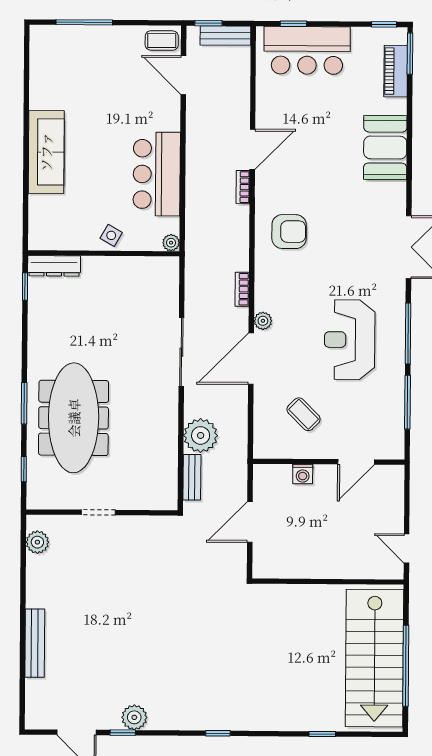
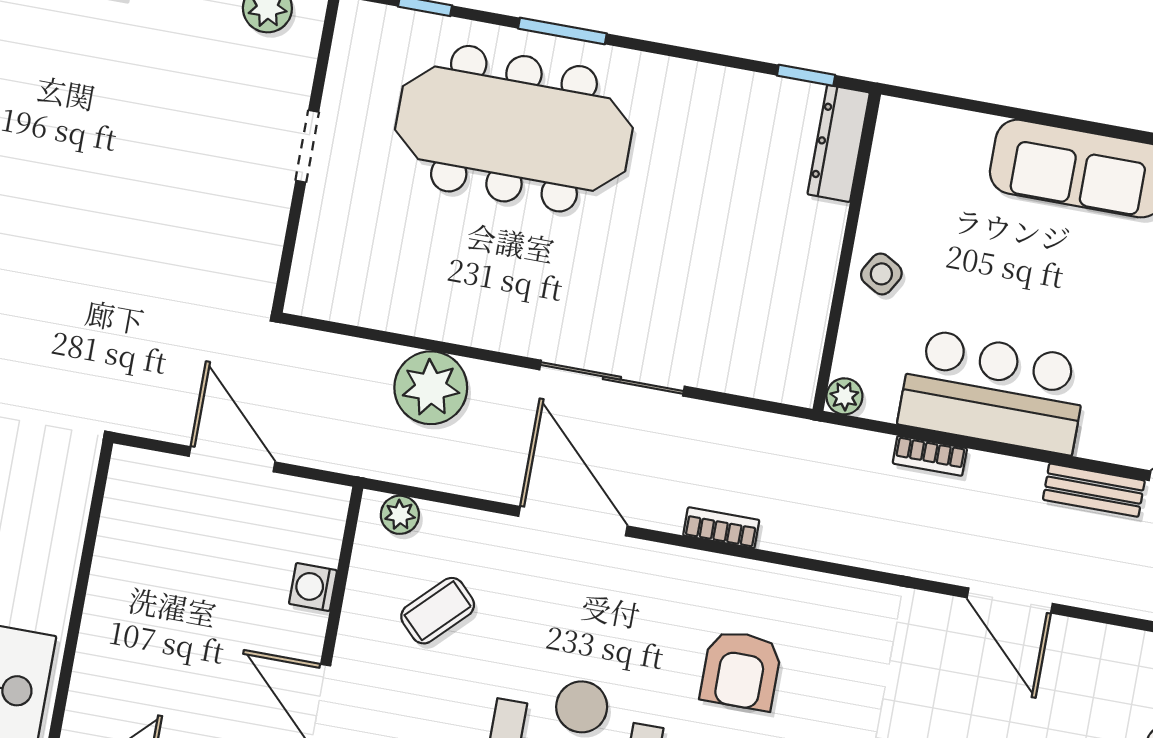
bookcase: (243, 187) -> (930, 456), moved, turned 180
armchair: (289, 232) -> (741, 670), moved
plant: (263, 321) -> (400, 515), moved
bench: (192, 477) -> (1094, 490), moved

